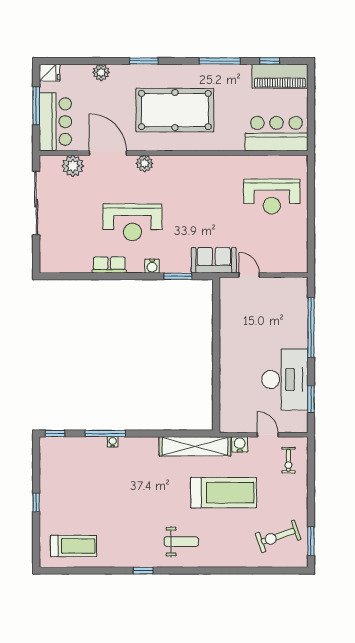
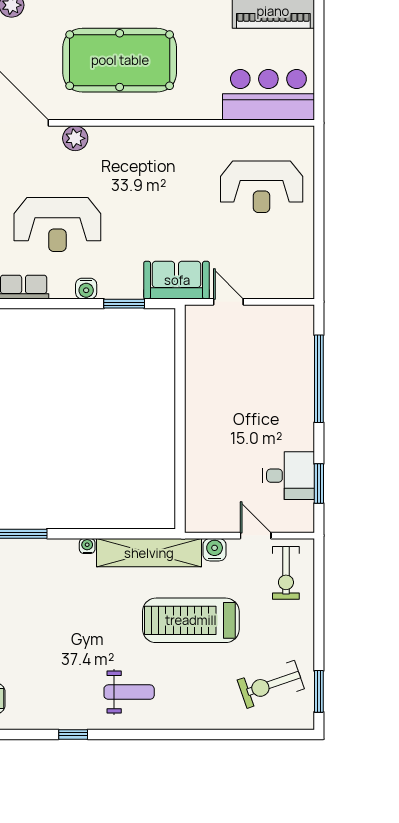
desk: (285, 380) -> (288, 476), width x0.53, depth x0.77
water cooler: (113, 442) -> (87, 546), moved
exercise bike: (288, 460) -> (286, 573), width x1.38, depth x1.39
treadmill: (224, 493) -> (191, 620), turned 180

